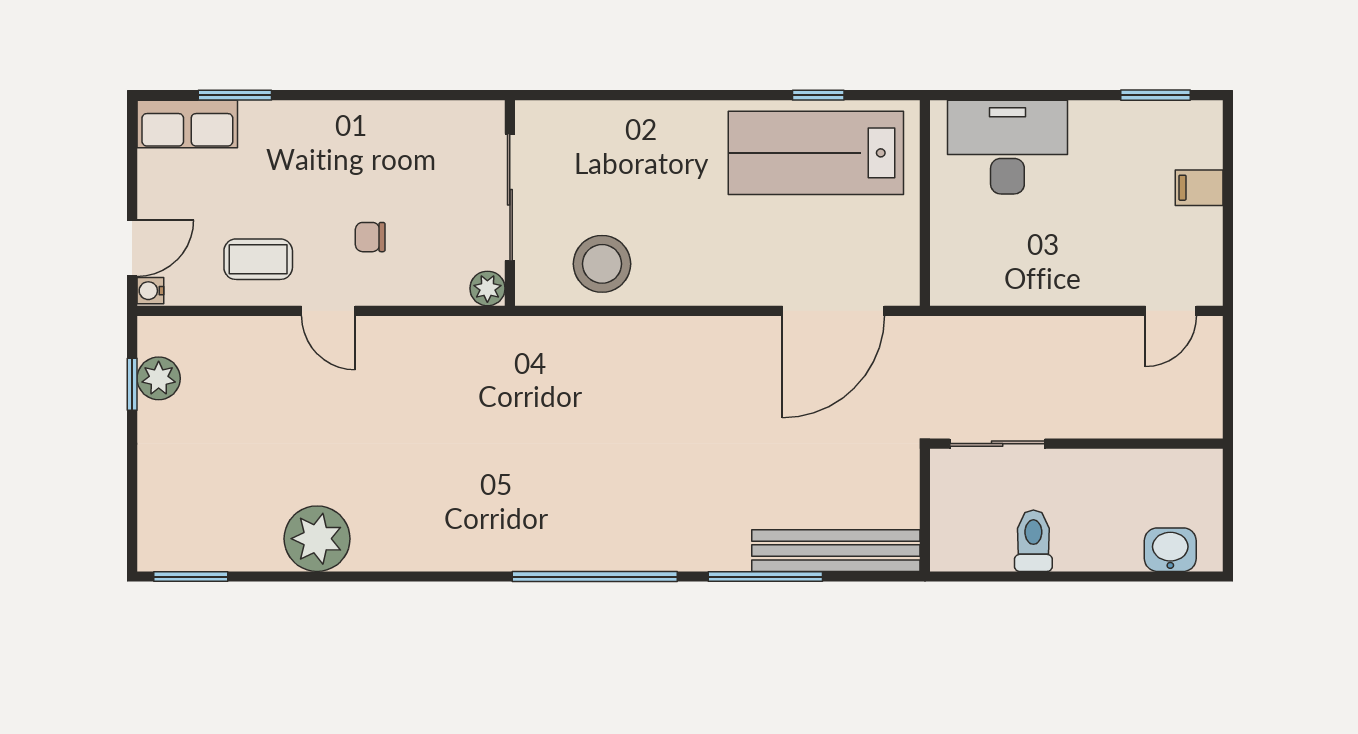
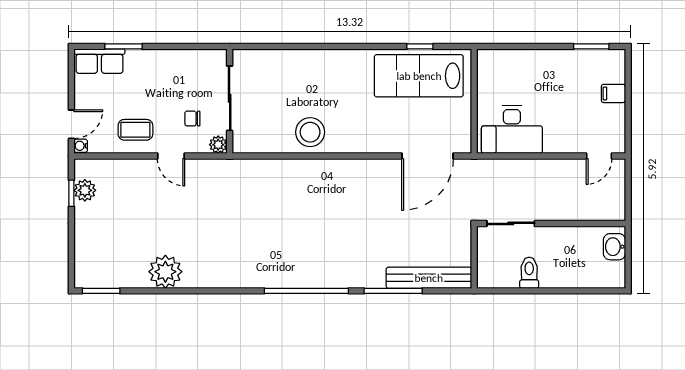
desk: (1007, 147) -> (512, 130), moved, turned 180
sliding door: (510, 197) -> (230, 98), moved
wall: (510, 203) -> (230, 101), moved
plant: (487, 288) -> (218, 145), moved
washbasin: (1170, 550) -> (614, 247), moved, turned -90

